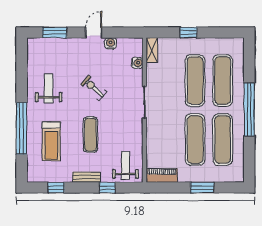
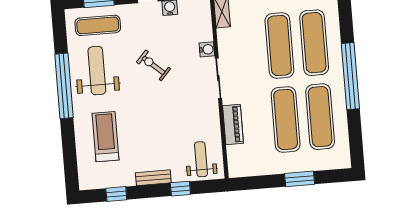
water cooler: (137, 63) -> (207, 49), moved
weight bench: (49, 88) -> (97, 71), width x1.36, depth x1.33
window: (22, 128) -> (64, 86), moved
exercise mat: (90, 135) -> (98, 25), moved, turned 90
treadmill: (51, 141) -> (106, 137), turned 180
piano: (162, 175) -> (233, 125), moved, turned 90

